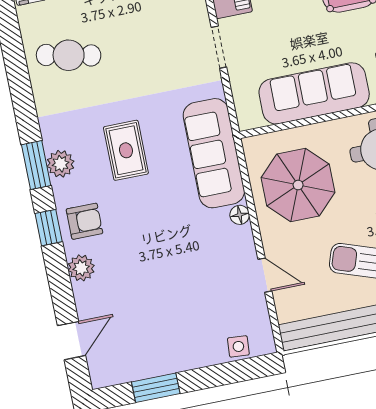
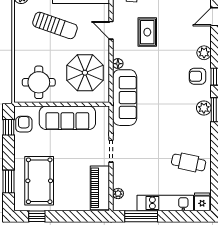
rug: (126, 150) -> (147, 32), moved

